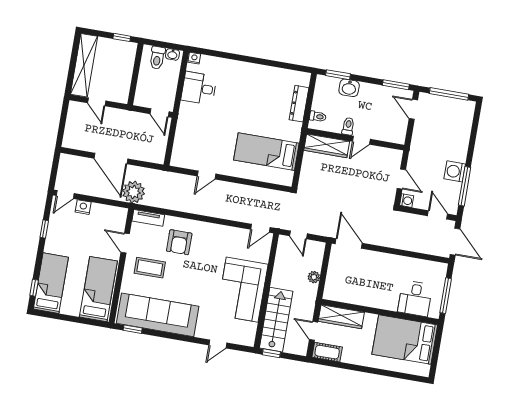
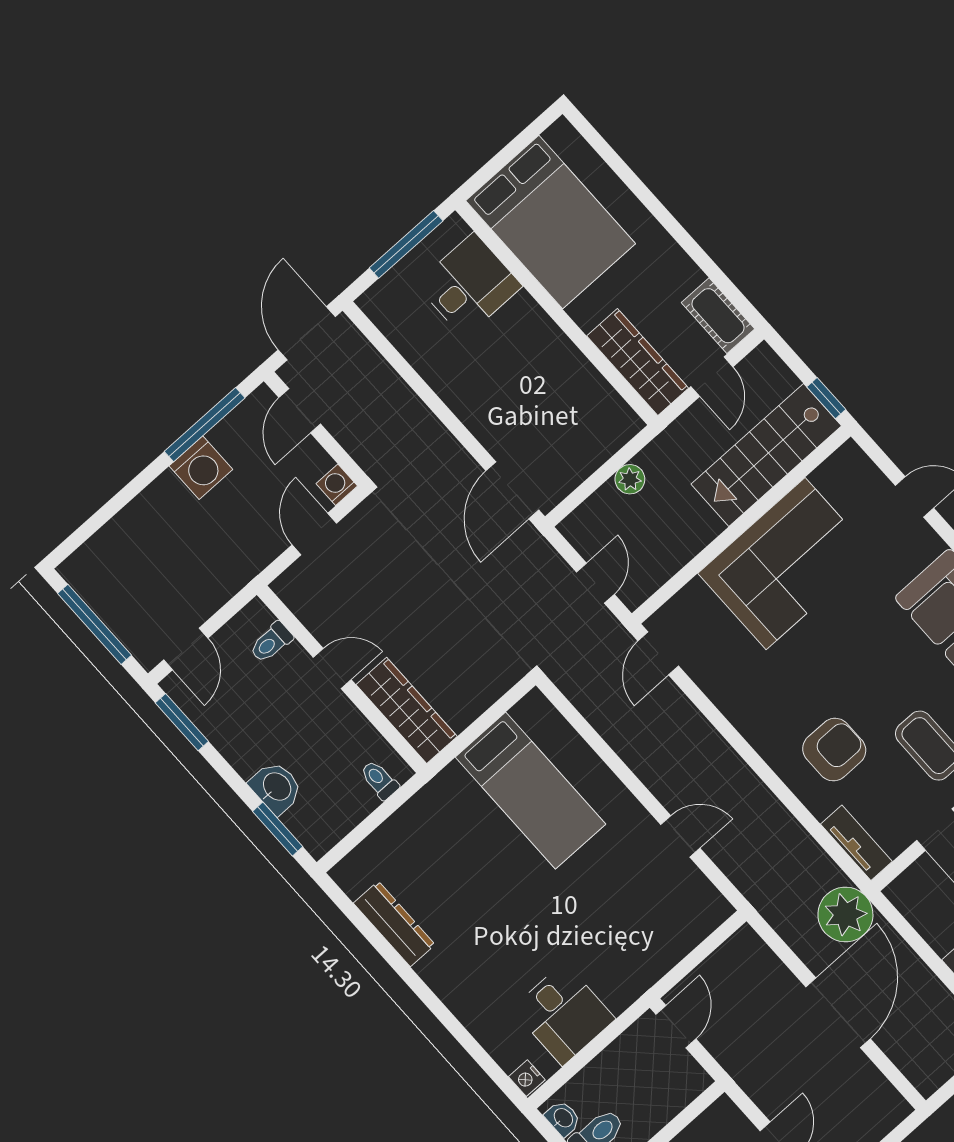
dresser: (299, 104) -> (394, 924), moved, turned -90
toilet: (348, 126) -> (271, 642), moved
door: (260, 228) -> (658, 653), swing flipped

